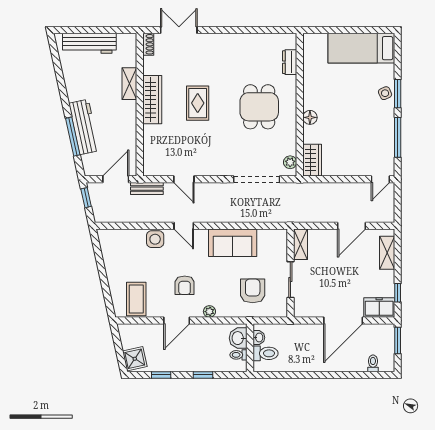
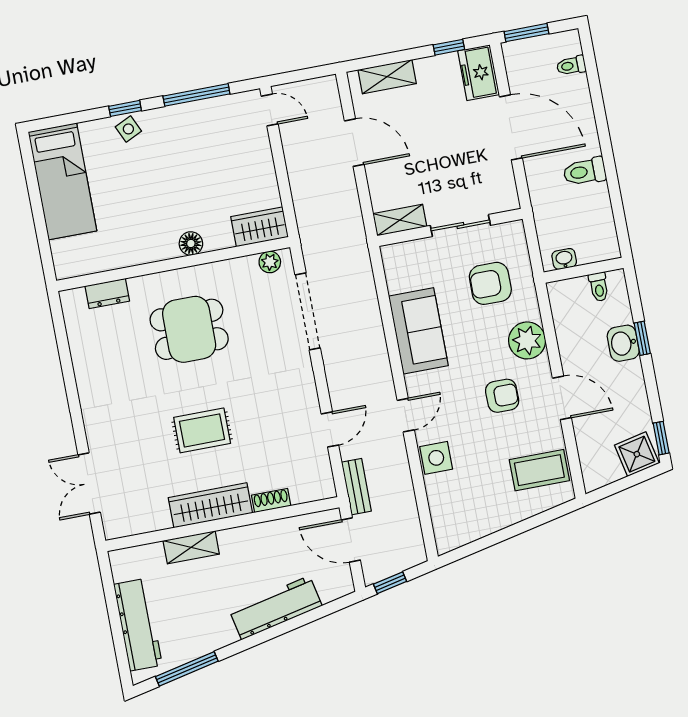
shoe rack: (148, 44) -> (271, 501), moved
window: (398, 94) -> (125, 108), width x0.67
window: (73, 137) -> (187, 669), moved
plant: (209, 312) -> (527, 340), width x1.88, depth x1.88
washbasin: (238, 338) -> (623, 343), moved, turned 90
toilet: (266, 353) -> (585, 172), moved, turned -90
window: (161, 375) -> (661, 438), moved

